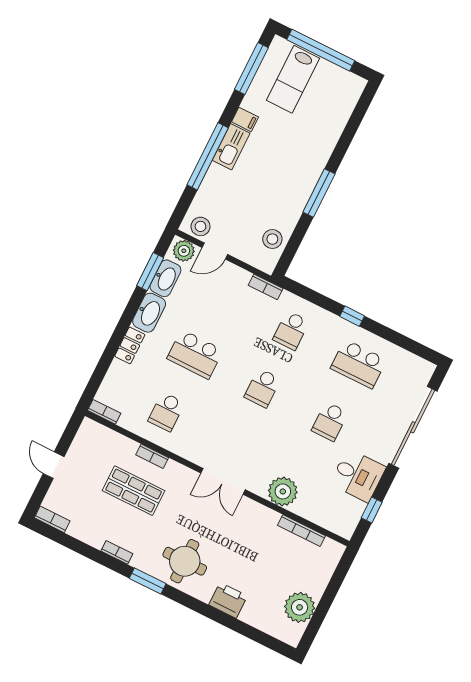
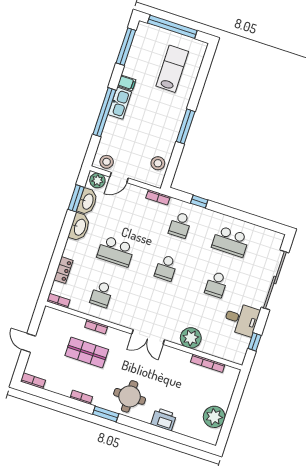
lab bench: (293, 79) -> (172, 69), moved, turned 180
window: (352, 316) -> (199, 202), moved
locker: (130, 345) -> (63, 270), moved

